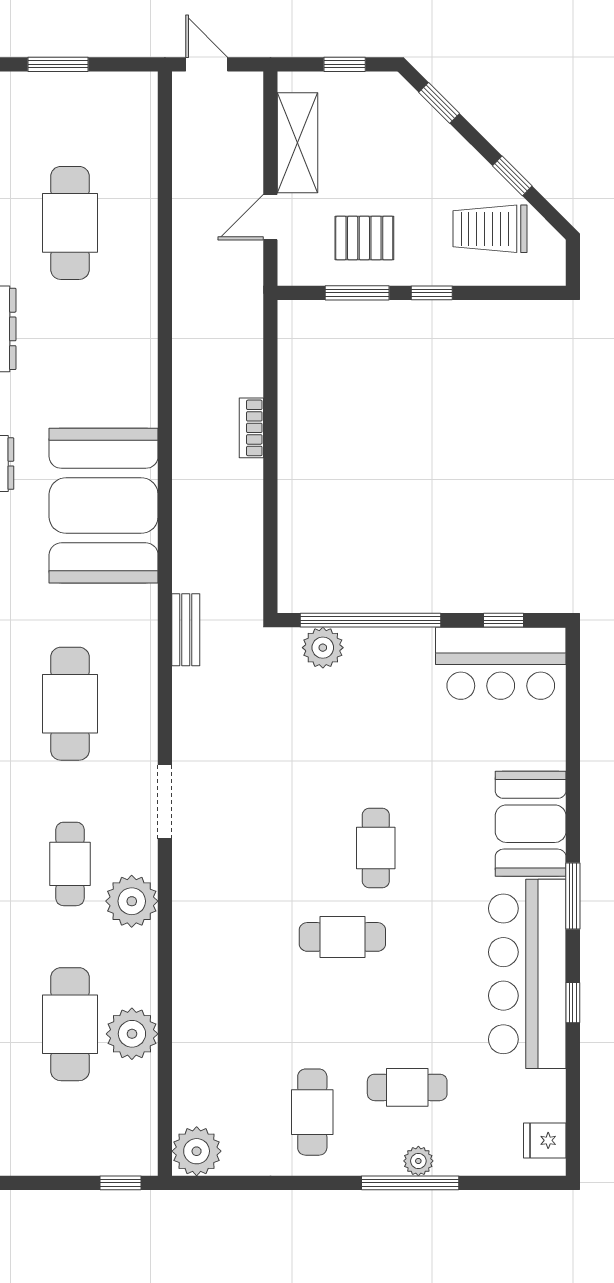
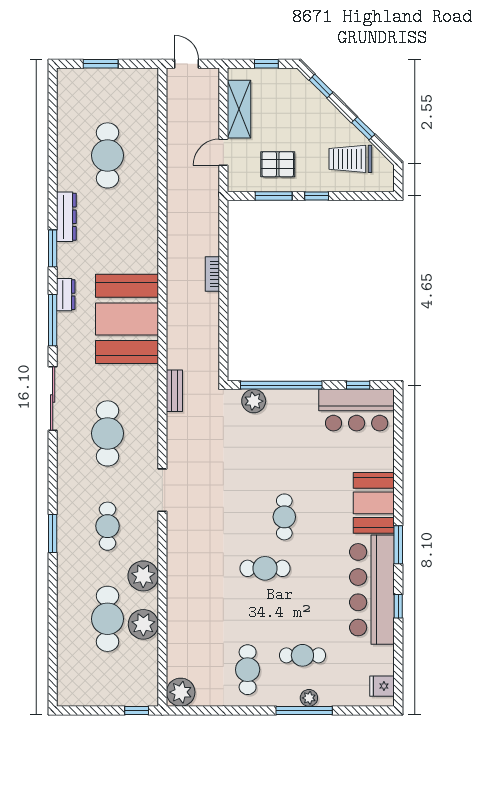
plant: (132, 901) -> (143, 576), moved

